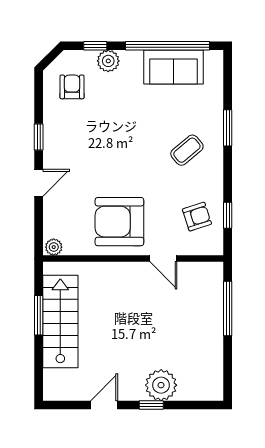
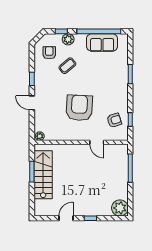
coffee table: (187, 150) -> (67, 66), moved
door: (39, 183) -> (32, 103), swing flipped
armchair: (119, 222) -> (79, 108), moved, turned 93
plant: (161, 385) -> (120, 208), moved

